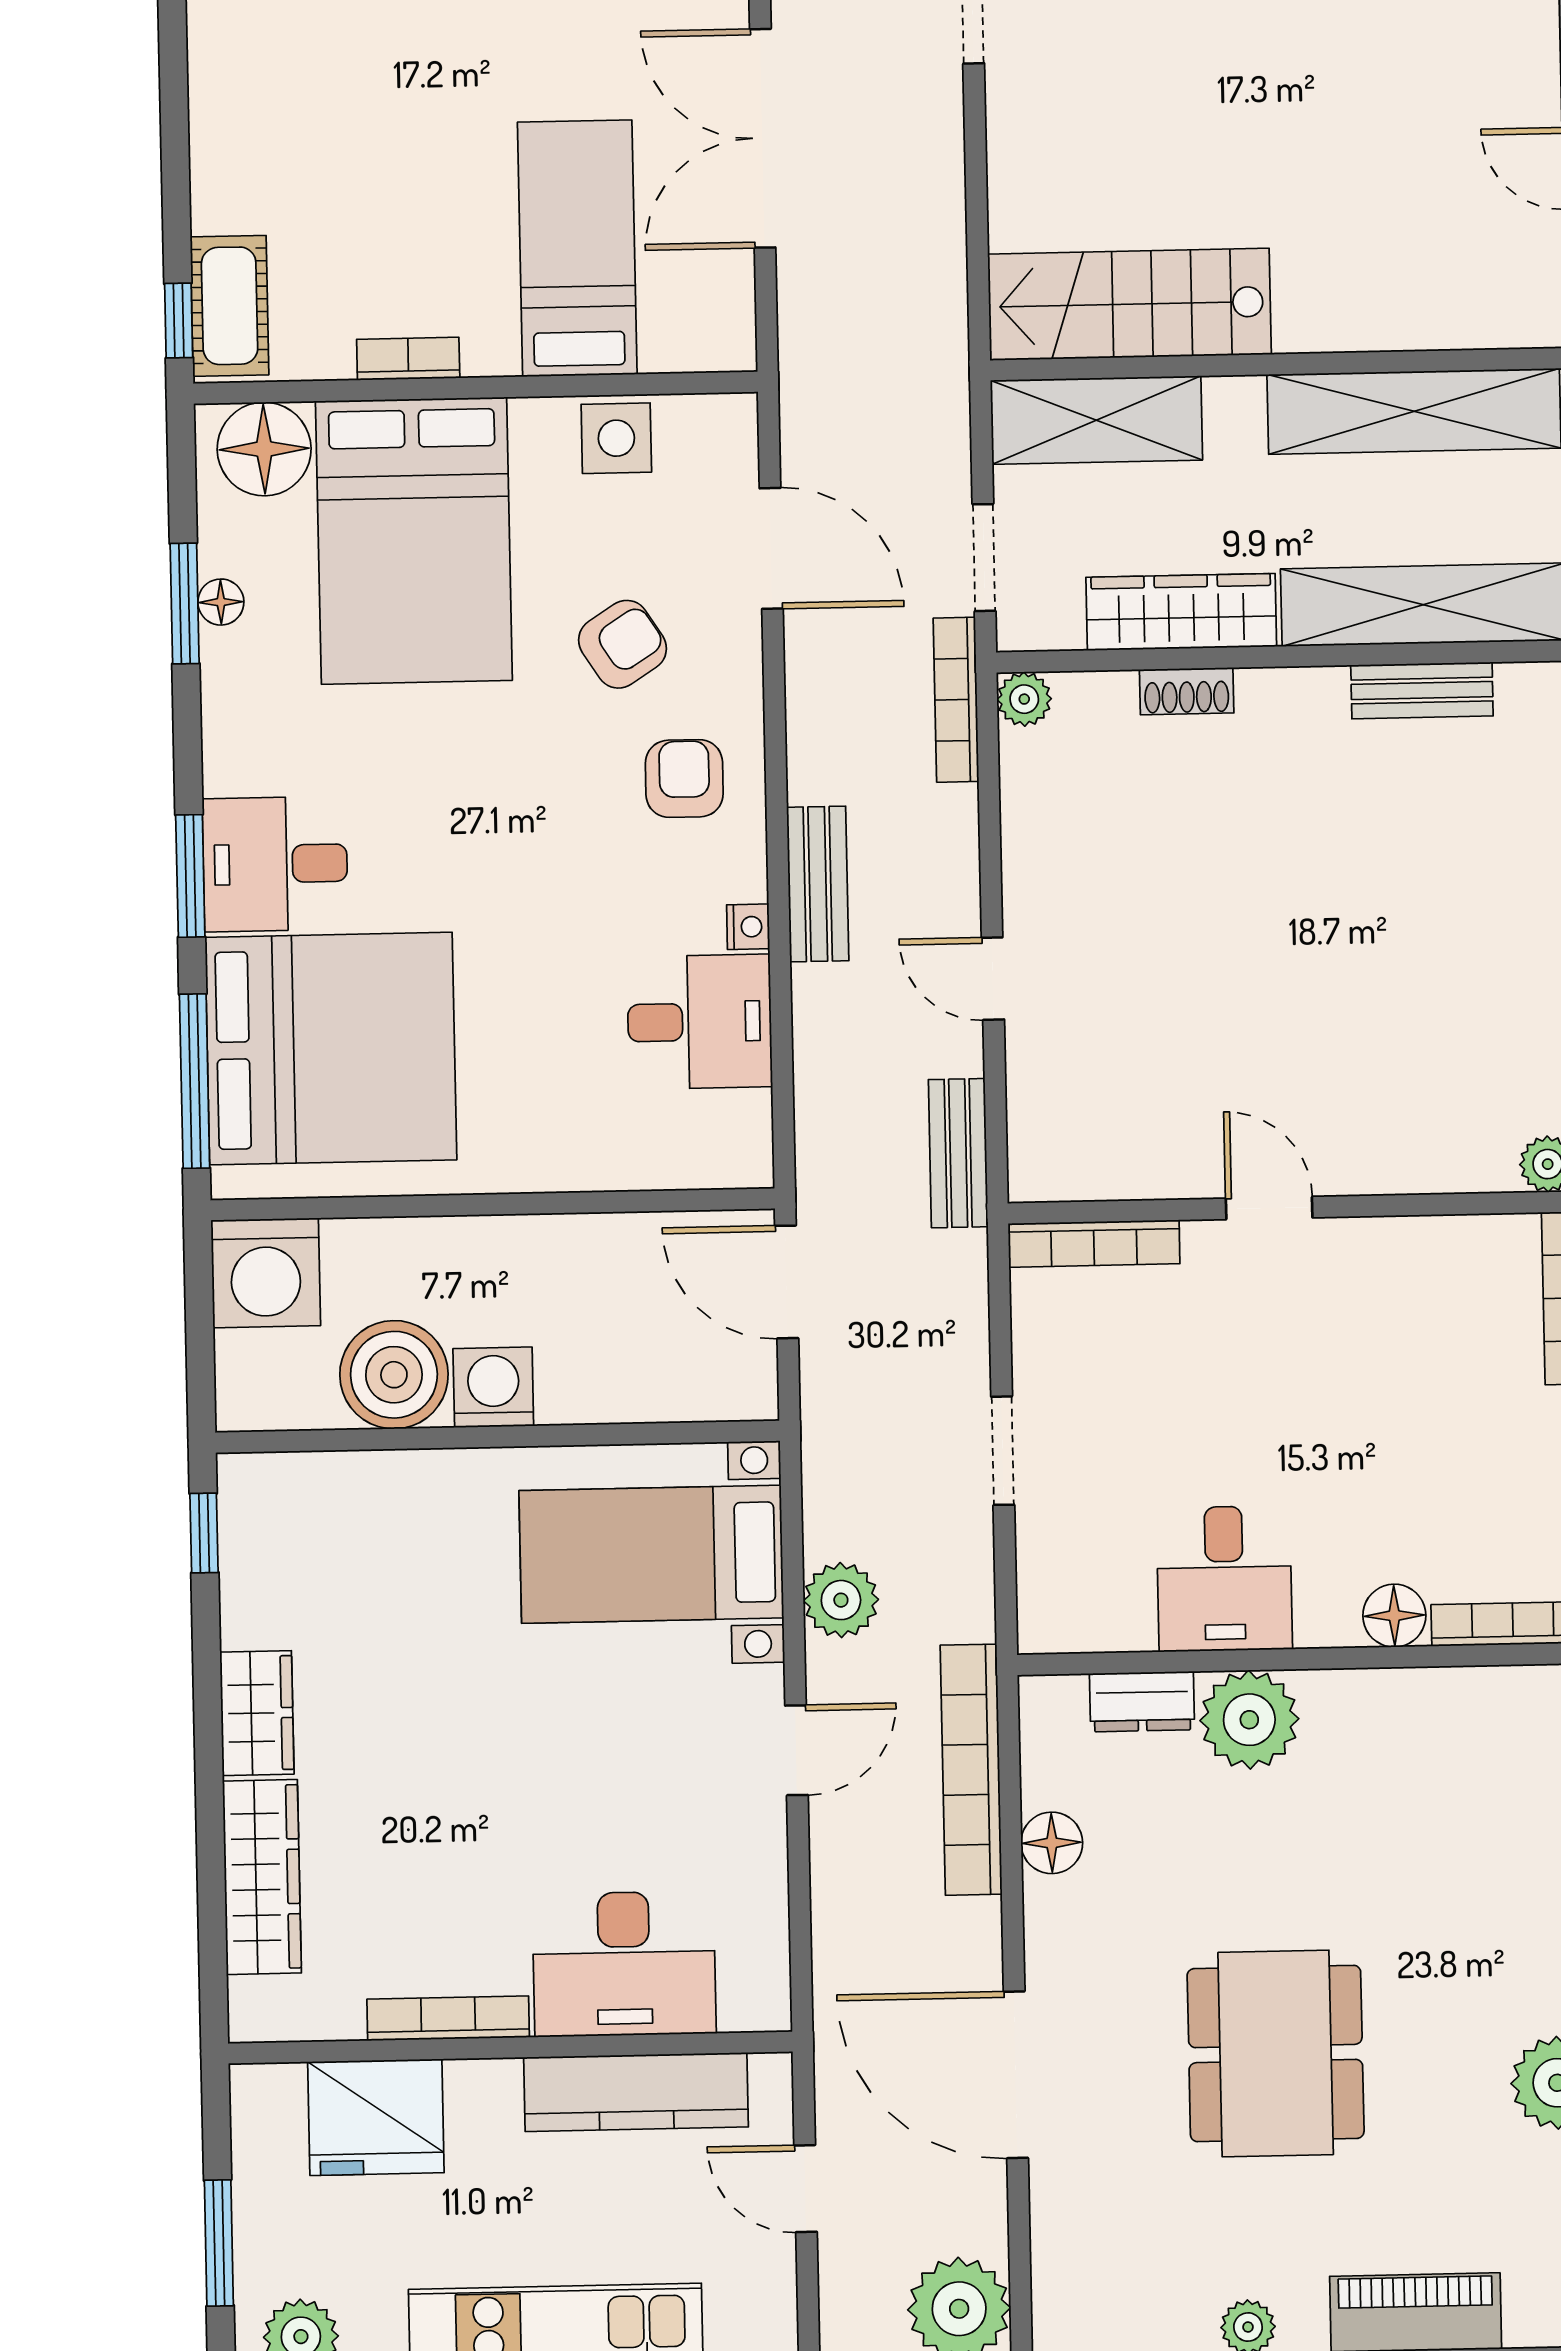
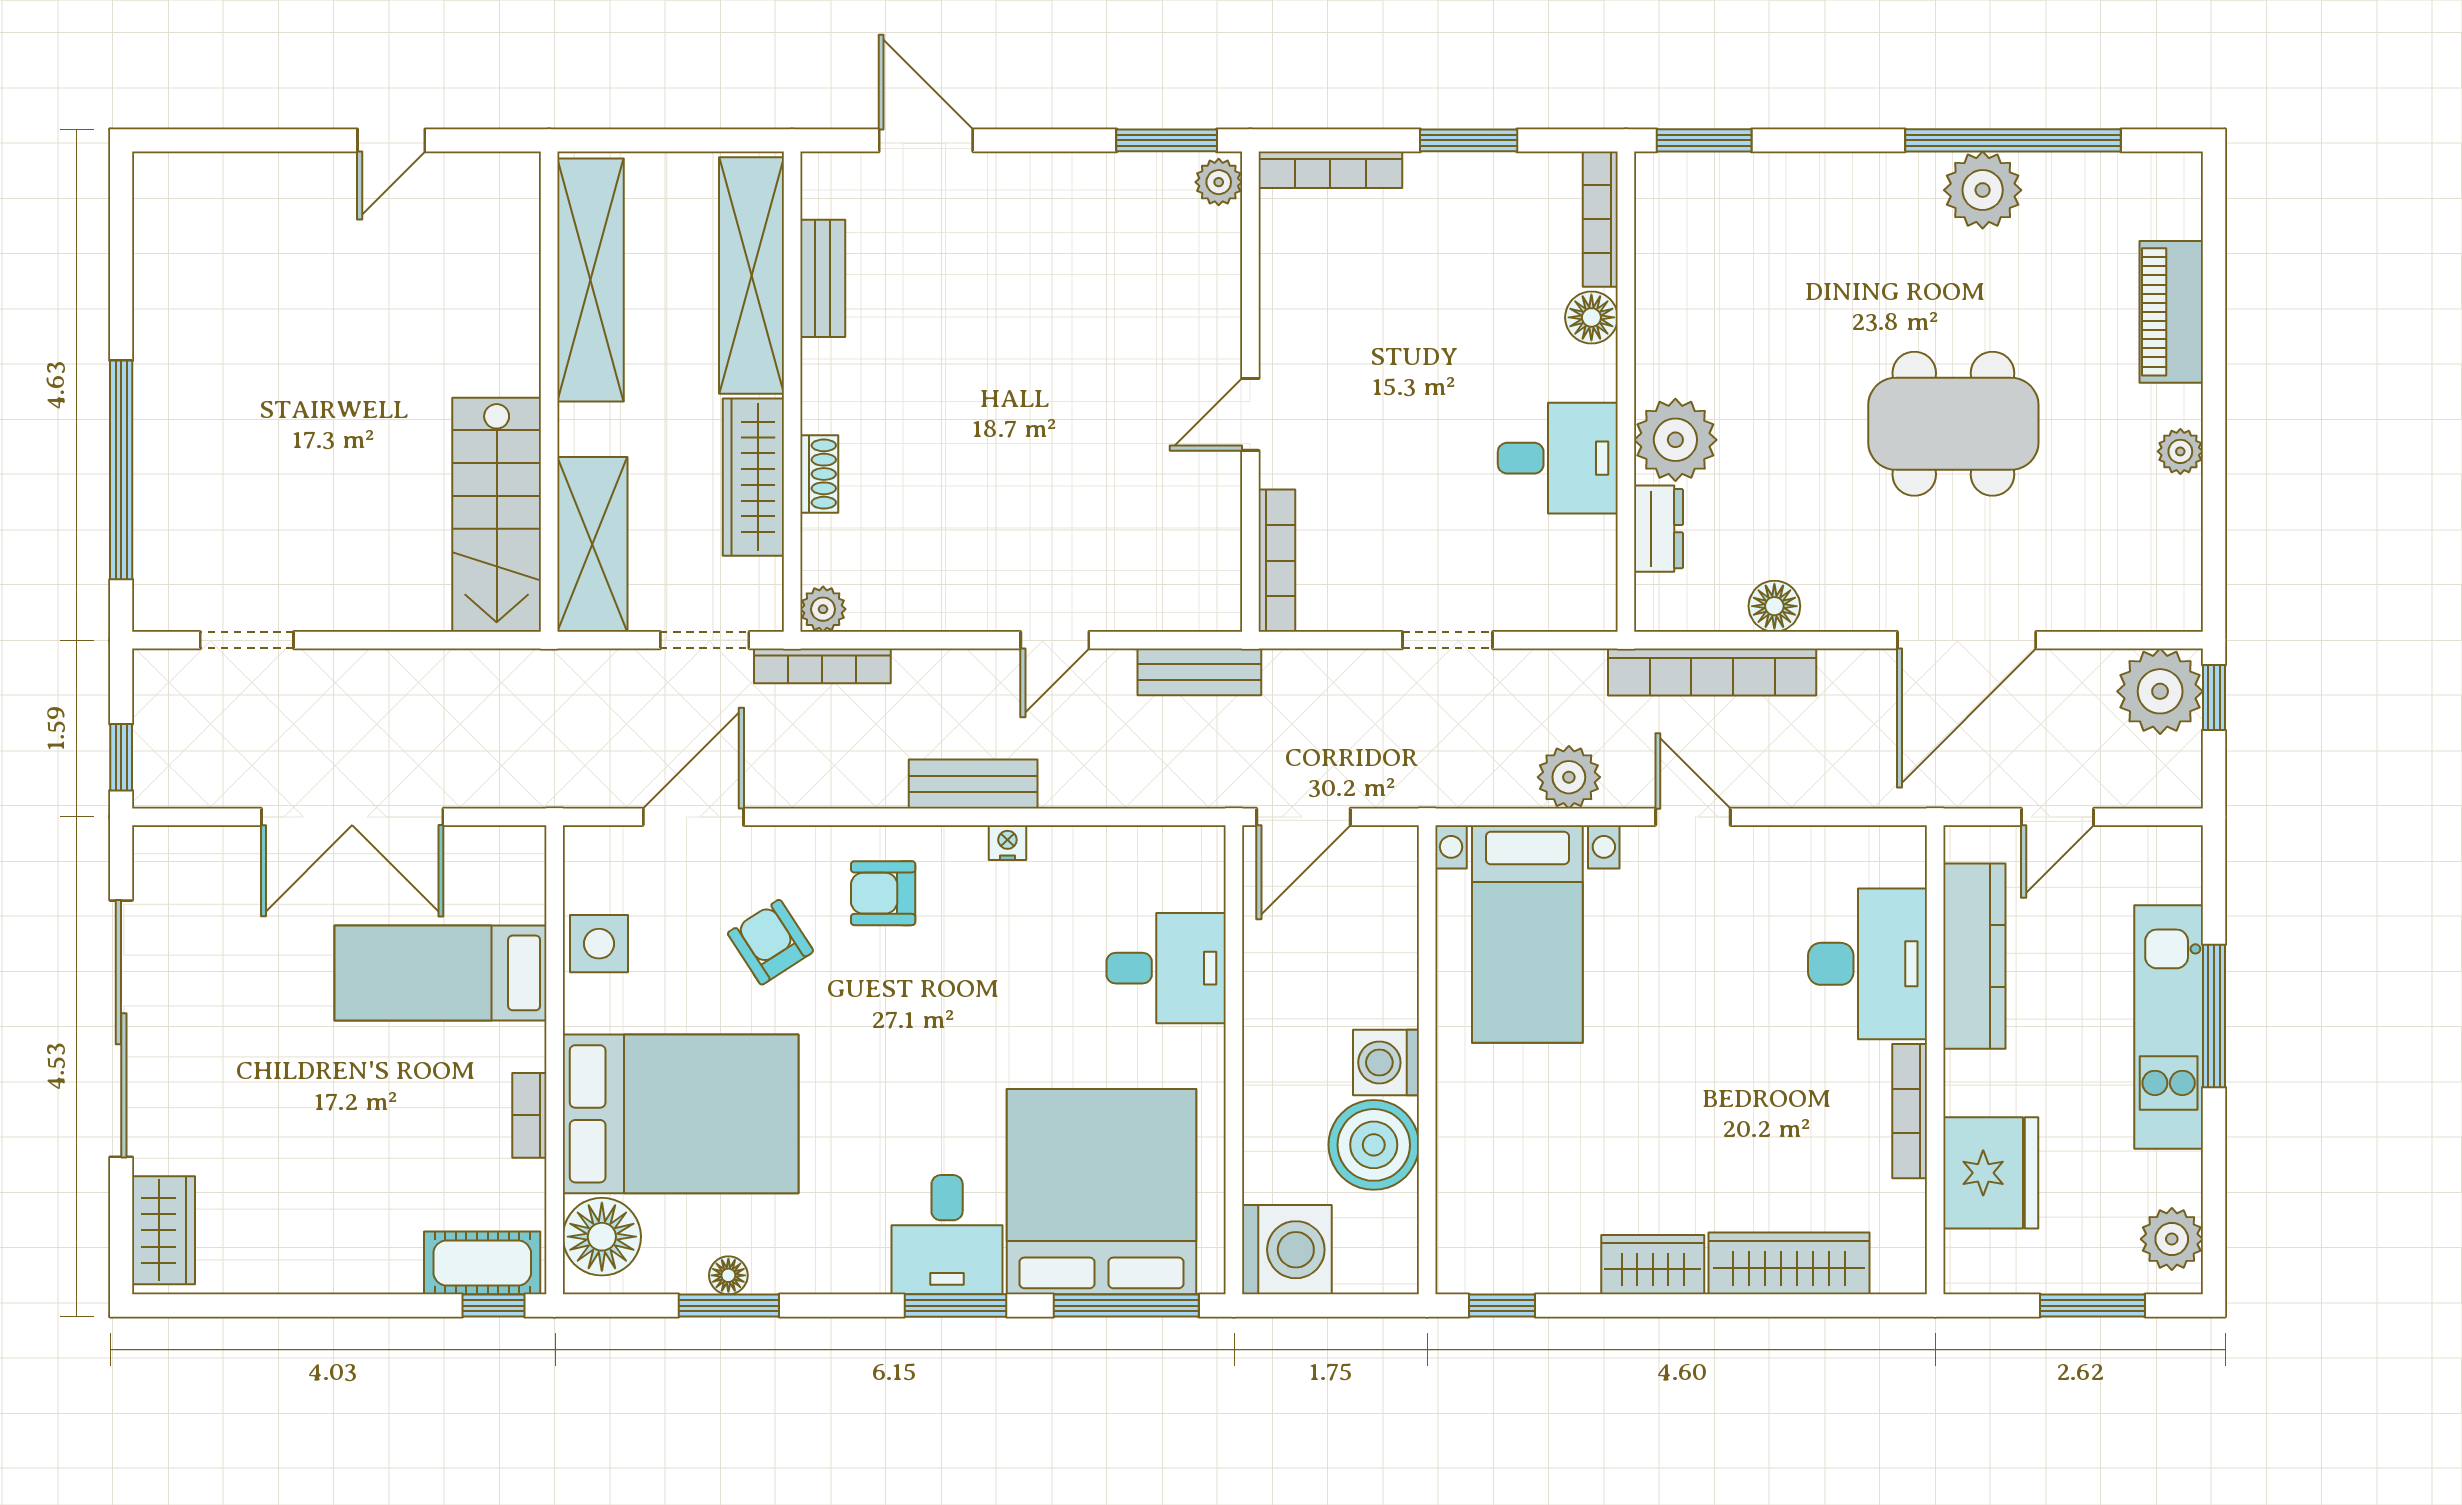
desk: (700, 1022) -> (1166, 968), moved, turned 90

